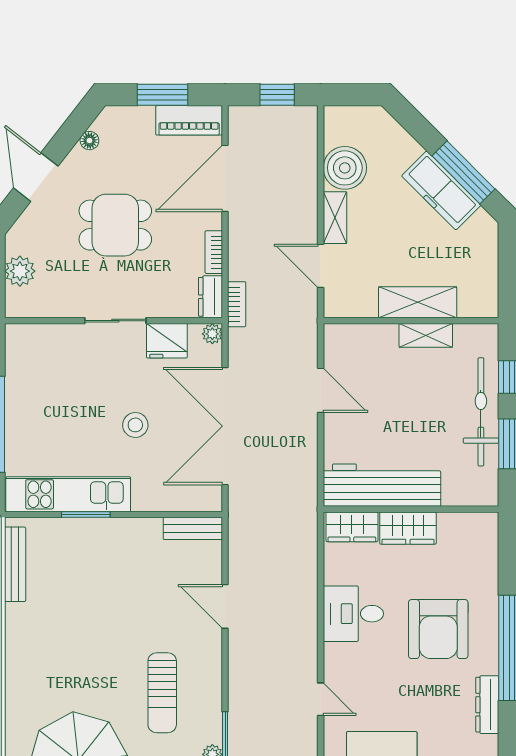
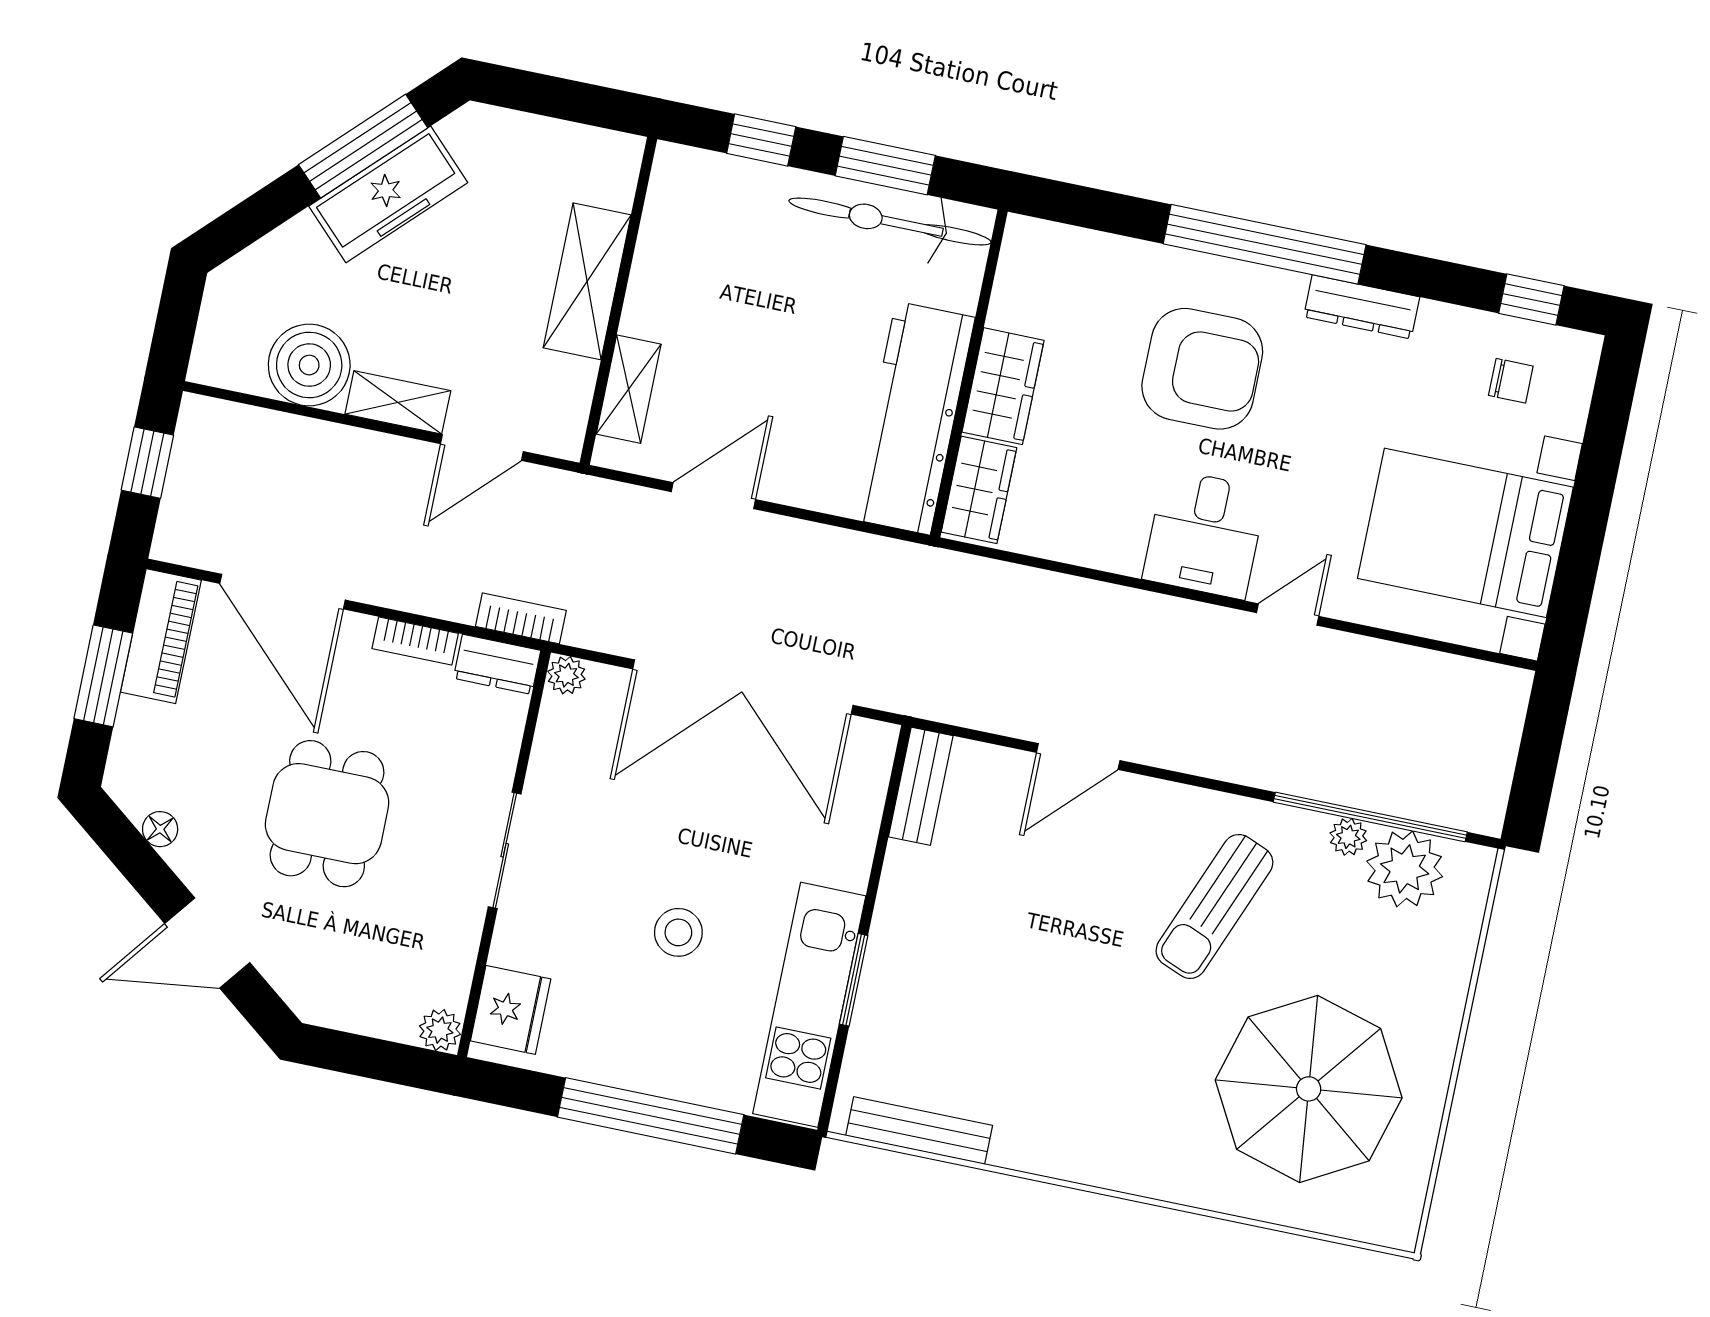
plant: (20, 271) -> (440, 1030), moved, width x0.73, depth x0.73
shelving: (426, 335) -> (629, 389), moved
fridge: (167, 341) -> (511, 1010), moved
bicycle: (481, 412) -> (890, 221), moved
stool: (135, 425) -> (678, 932), moved
desk: (353, 614) -> (1205, 534), moved
sun lounger: (162, 693) -> (1214, 906), turned 112

